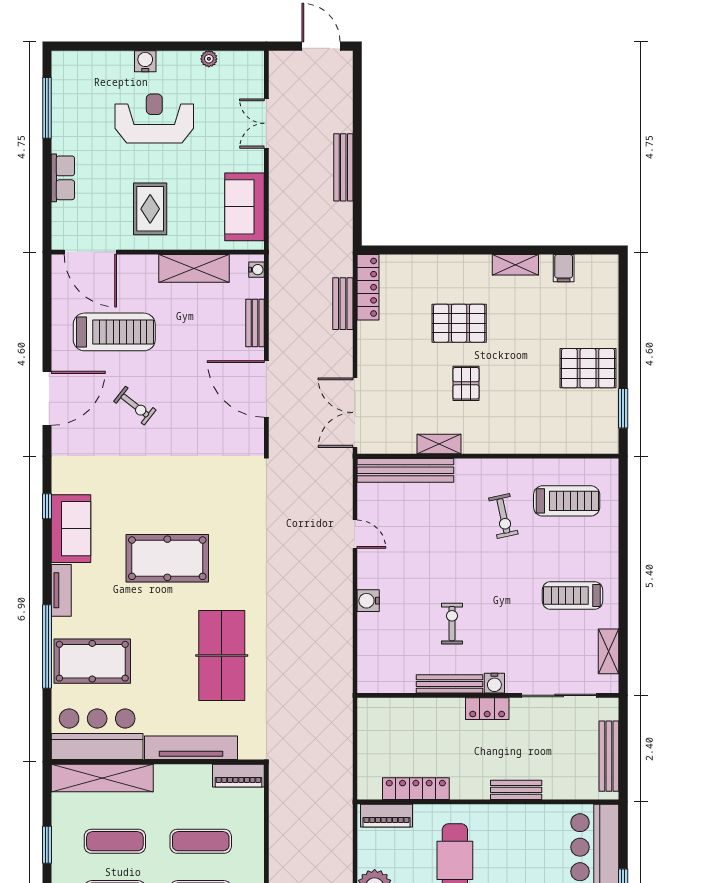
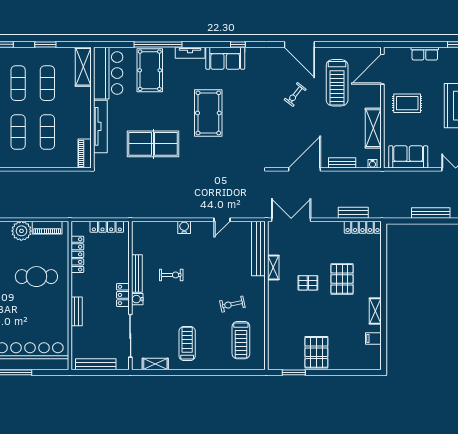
locker: (367, 737) -> (107, 227), added
shelving: (102, 778) -> (83, 67), width x0.68
piano: (386, 816) -> (47, 228), moved, turned -90

